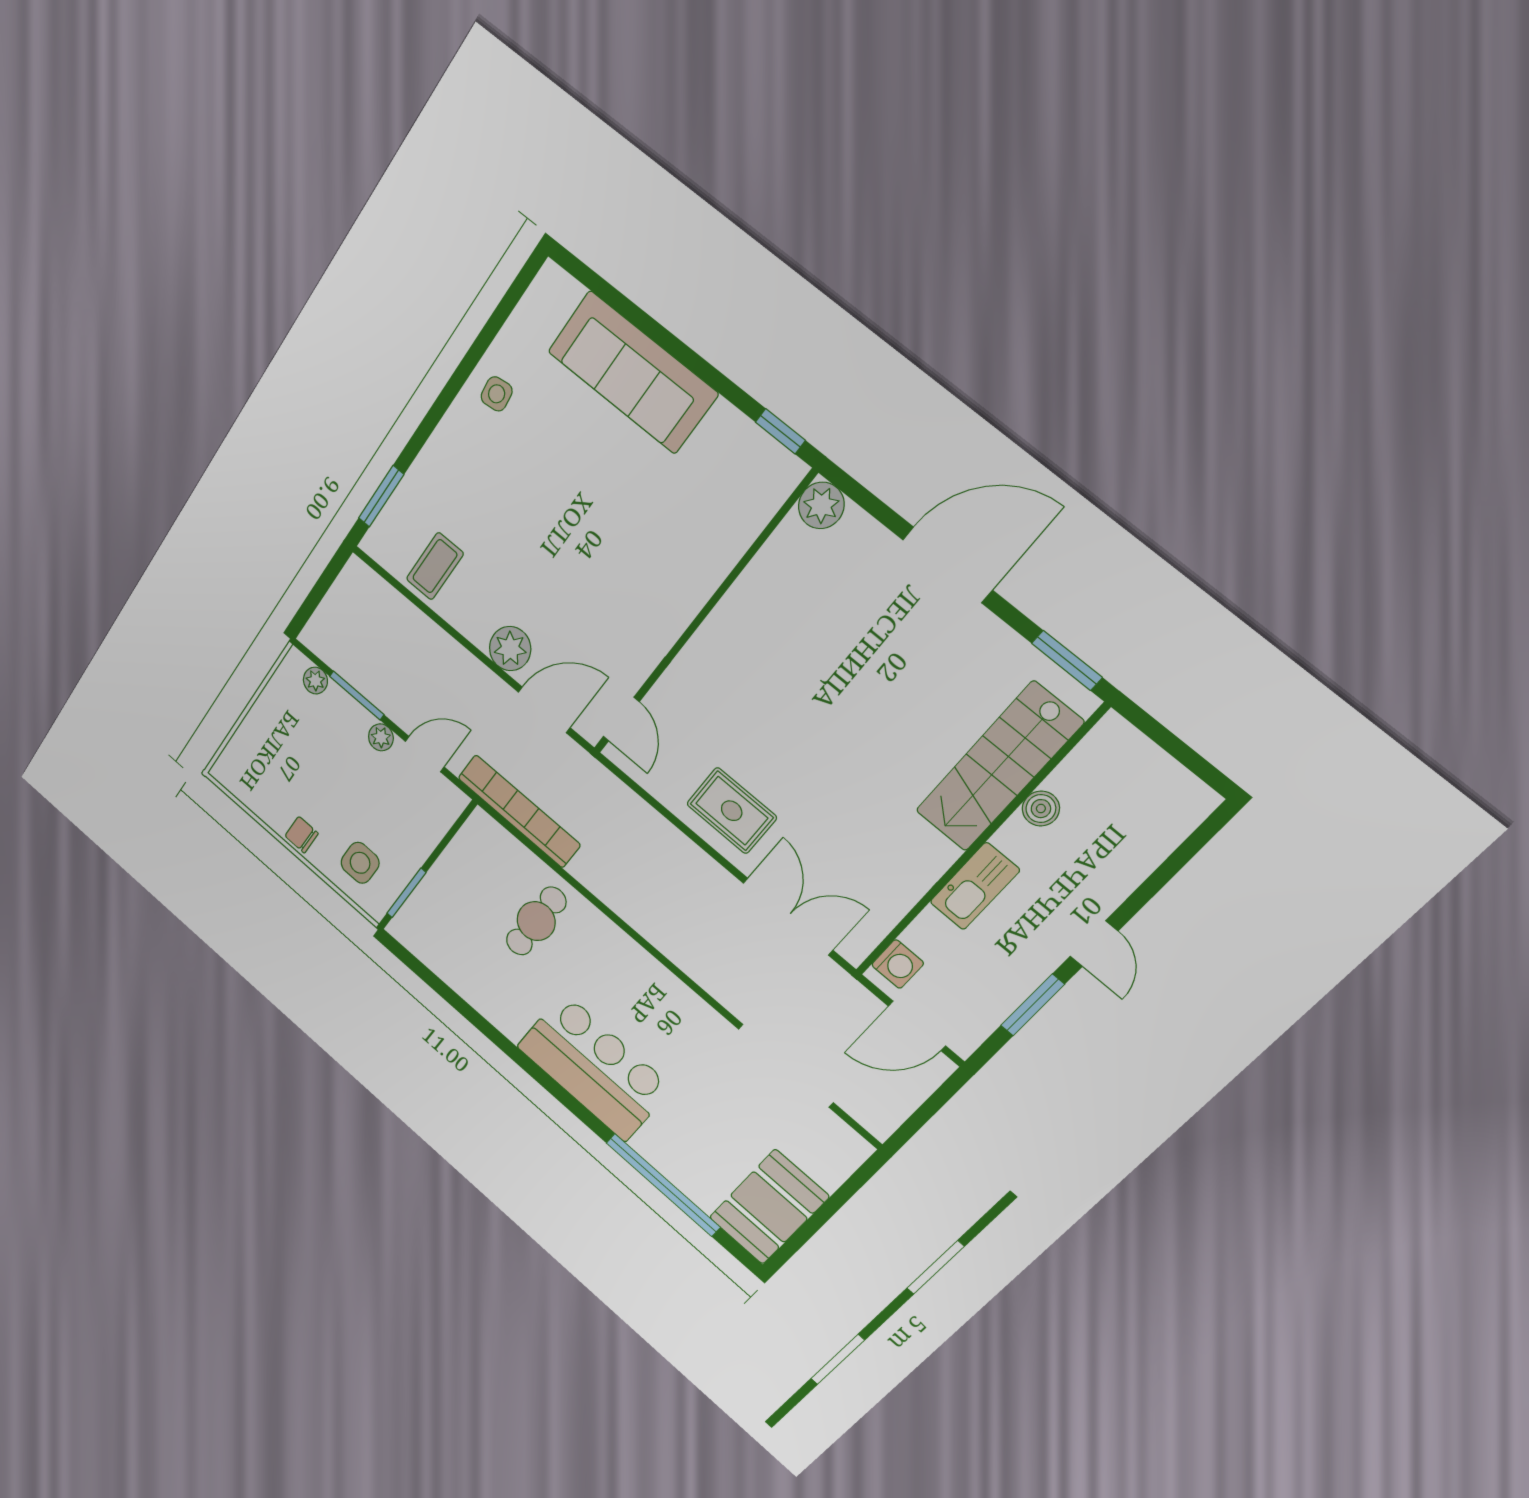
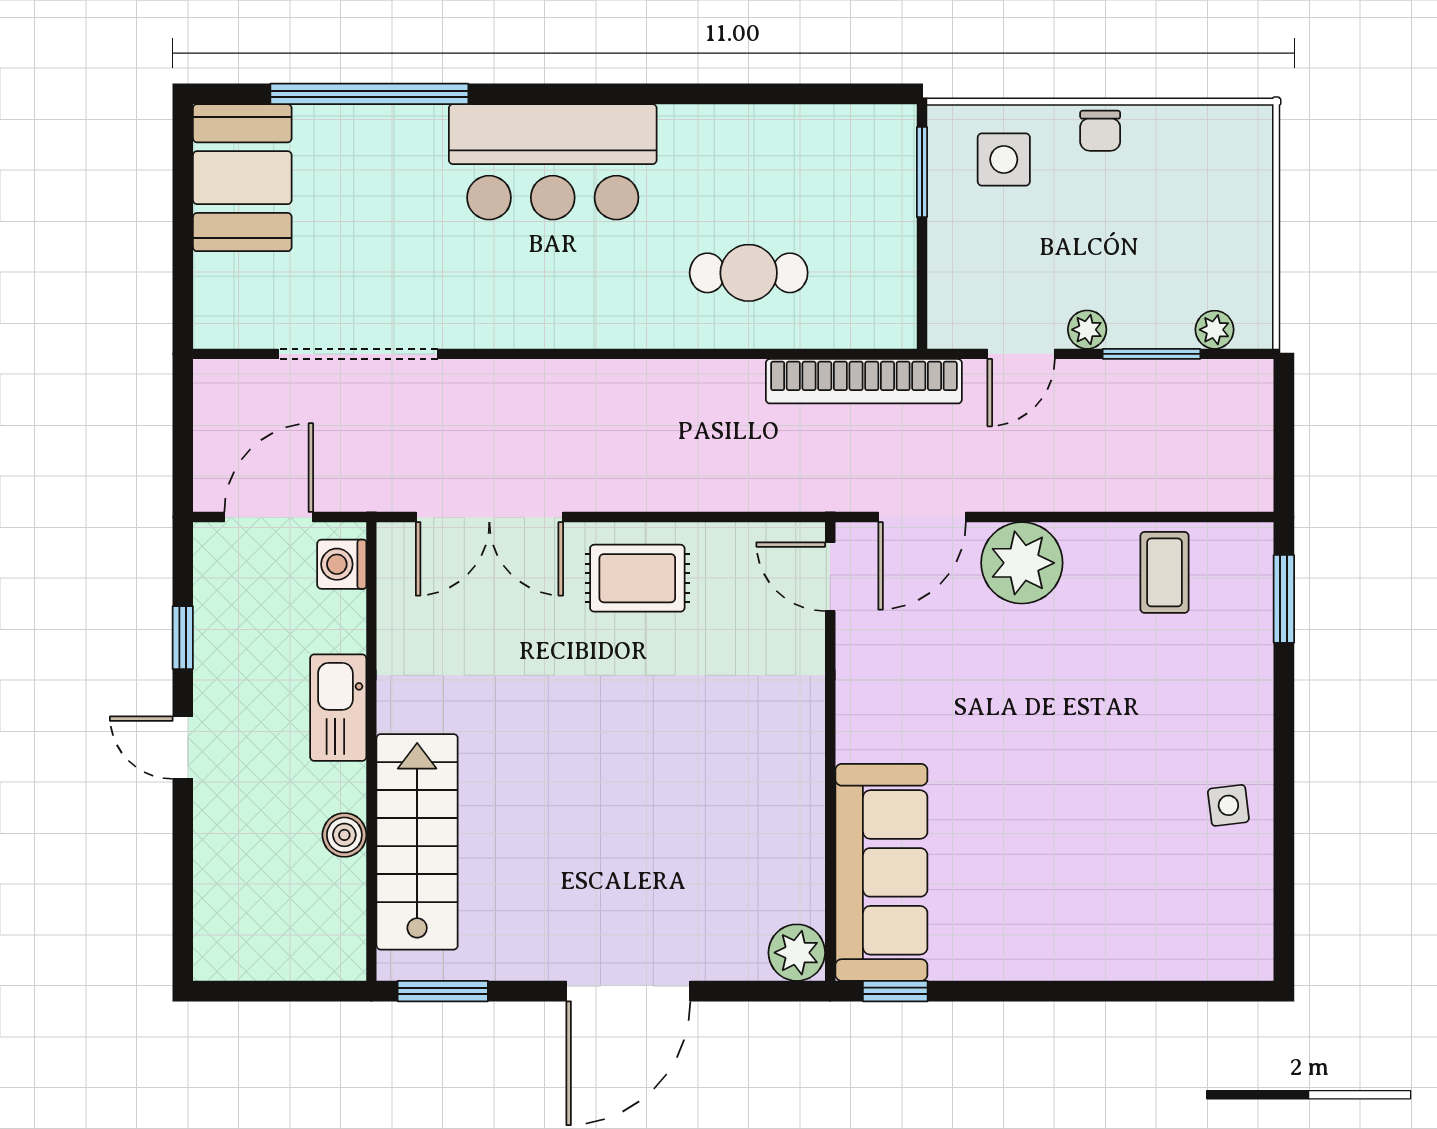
sofa: (632, 372) -> (881, 872), moved, turned 90
plant: (510, 649) -> (1022, 563), width x1.36, depth x1.36
chair: (302, 835) -> (1100, 131), turned 90
cafe table: (536, 921) -> (749, 273), turned 90
window: (1033, 1005) -> (183, 638), width x0.67

